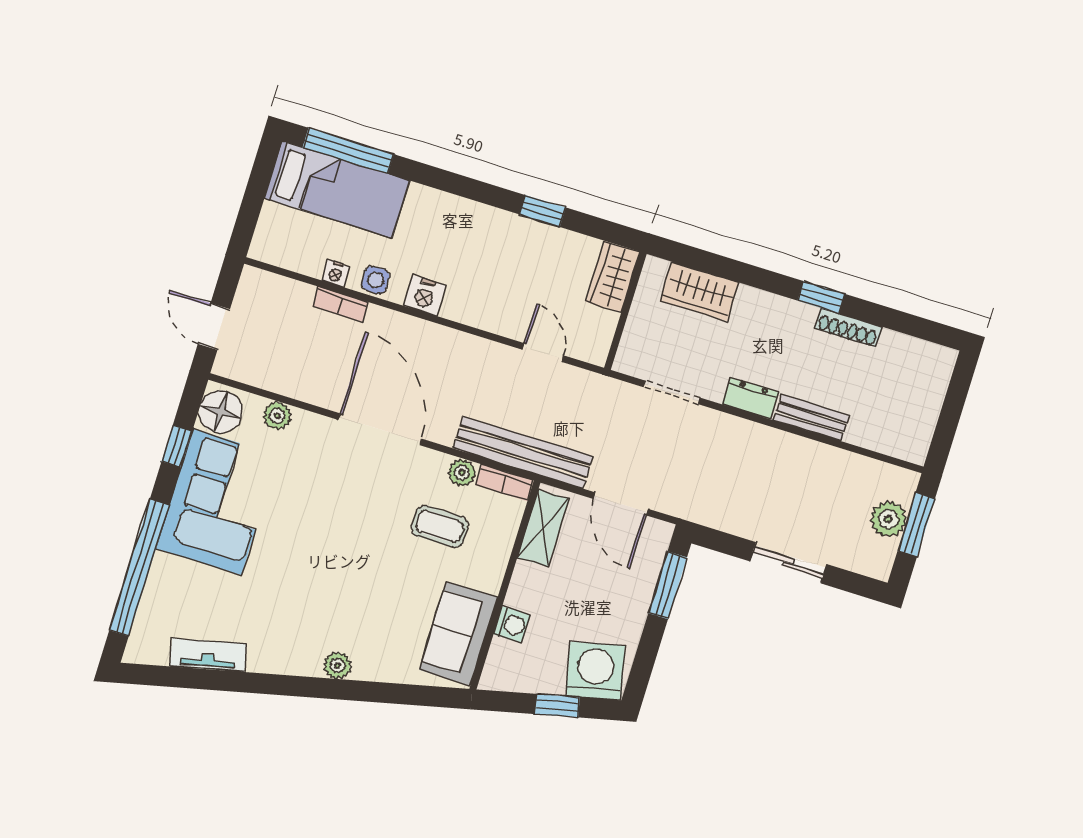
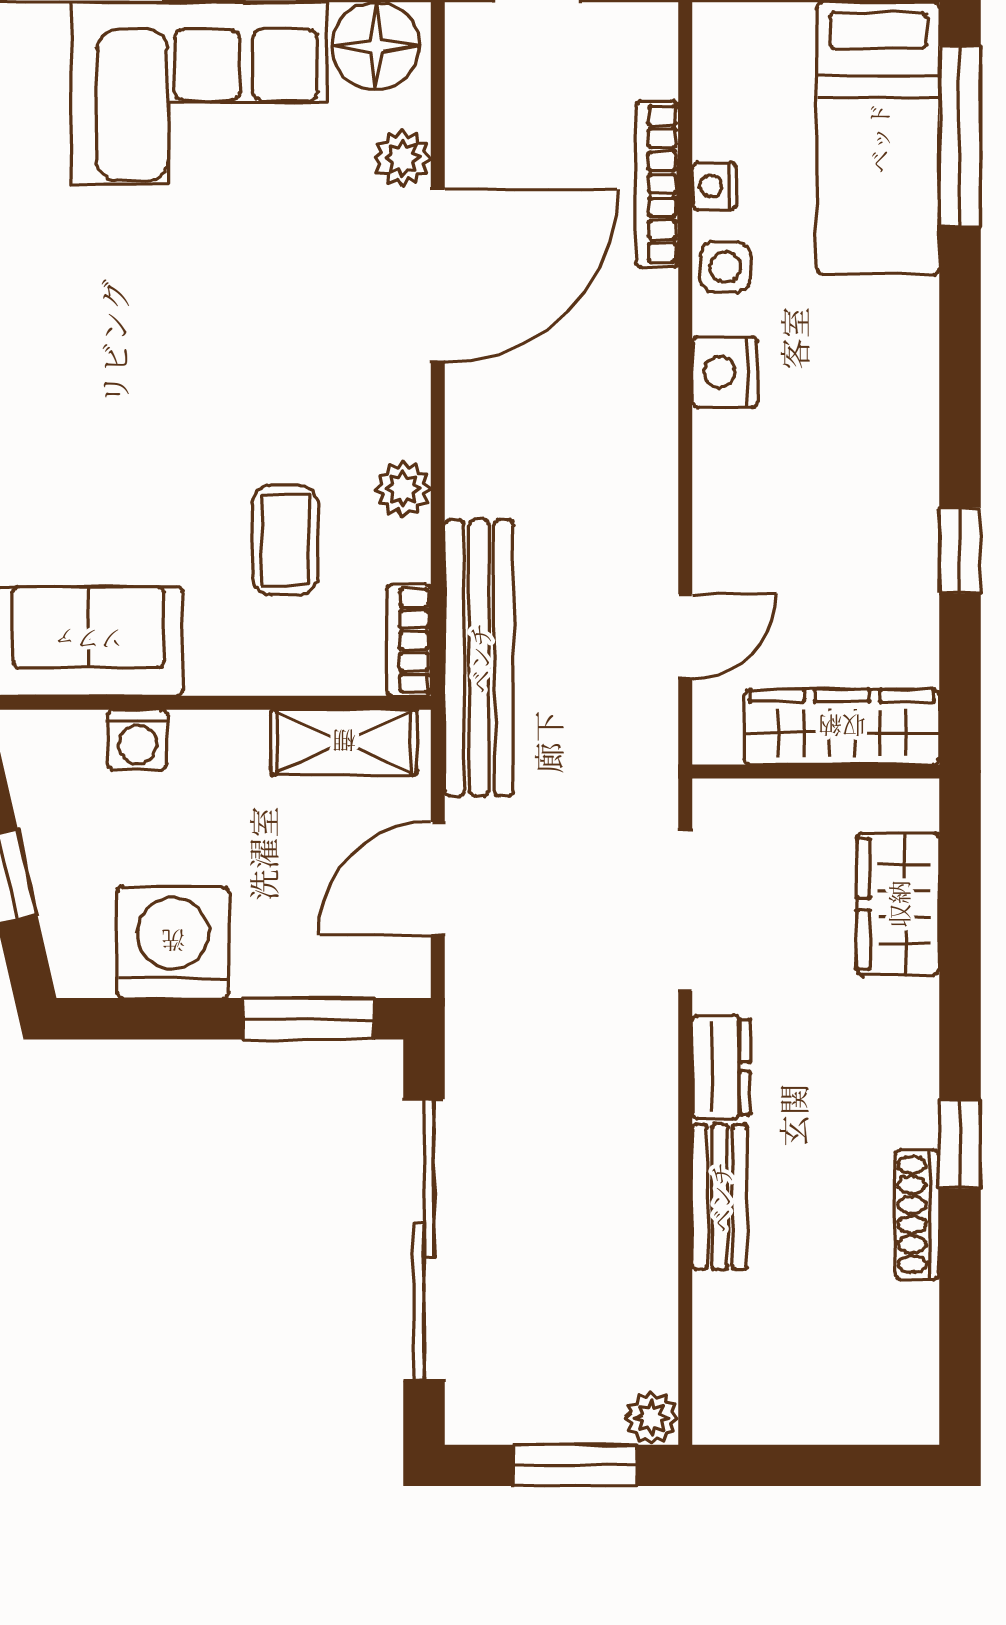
wardrobe: (613, 277) -> (842, 727), width x1.50
bookcase: (340, 304) -> (657, 184), width x1.56
doorway: (672, 392) -> (685, 911), width x1.38
door: (380, 429) -> (438, 275), moved
plant: (462, 473) -> (403, 489), moved
plant: (888, 519) -> (652, 1418), moved, width x0.73, depth x0.73
sliding door: (788, 563) -> (424, 1240), width x1.86
washing machine: (595, 671) -> (173, 942), moved, turned -77

